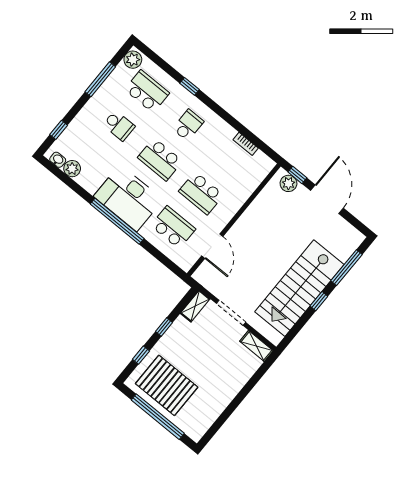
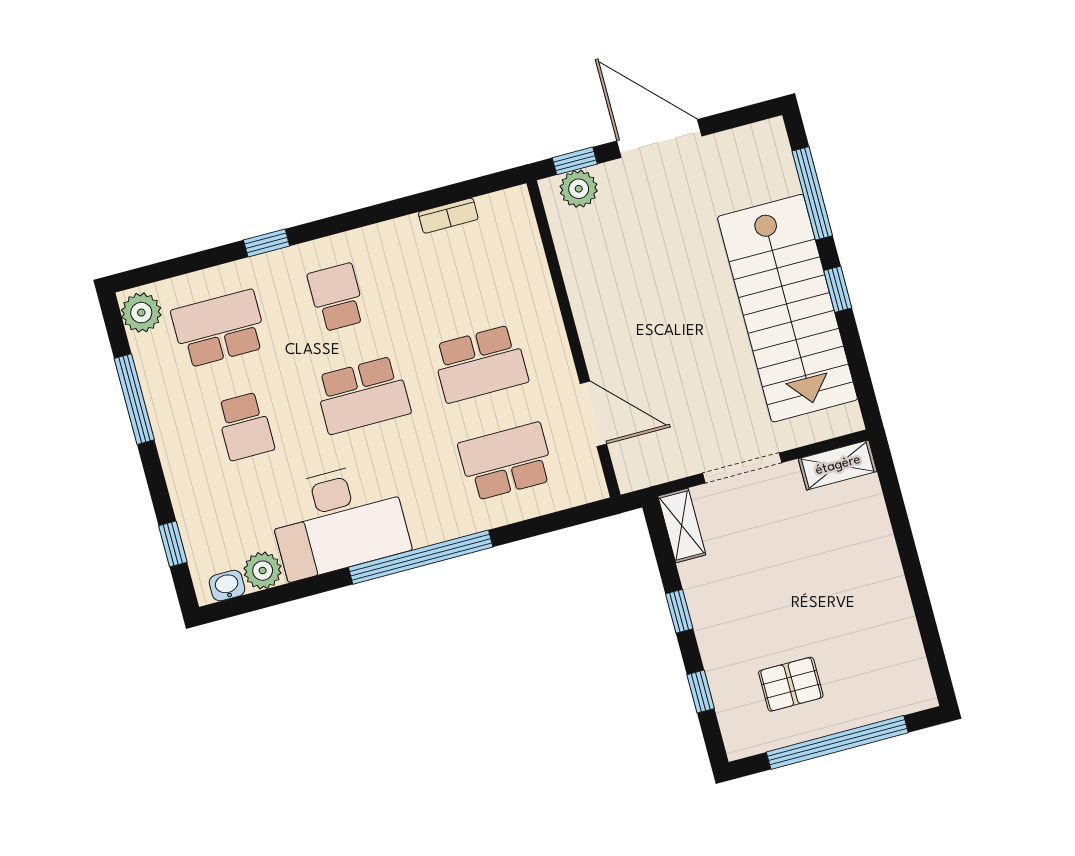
school desk: (119, 126) -> (245, 426), turned 90
desk: (128, 198) -> (338, 520), moved
pallet: (167, 385) -> (791, 684), width x0.49, depth x0.50

